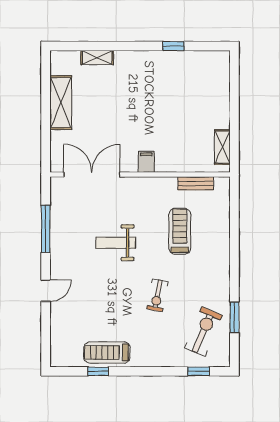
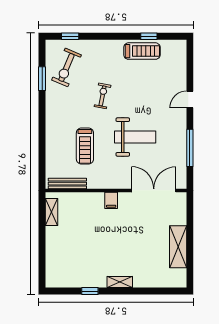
shelving: (97, 58) -> (120, 282), moved
double door: (92, 175) -> (154, 190), swing flipped
bench: (196, 183) -> (67, 184), width x1.36
weight bench: (116, 243) -> (135, 137), width x1.36, depth x1.33

